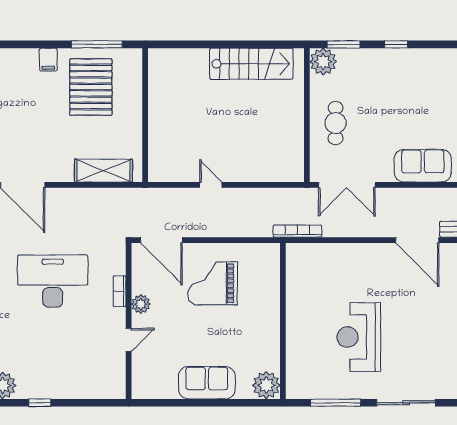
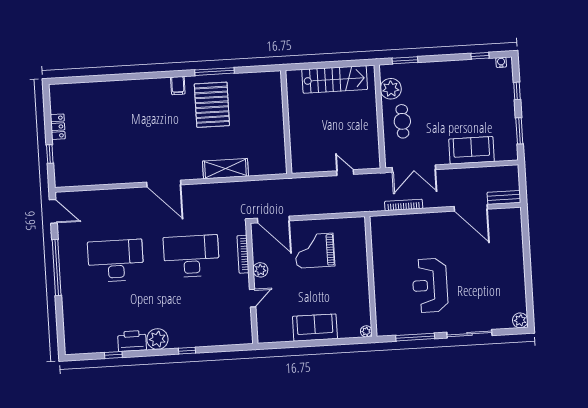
window: (396, 44) -> (480, 56), moved
plant: (323, 62) -> (391, 89), moved
wall: (145, 115) -> (286, 122), moved
door: (211, 185) -> (345, 173), moved
bookcase: (297, 231) -> (404, 205), moved
bookcase: (120, 291) -> (243, 254), width x1.56
plant: (266, 385) -> (366, 331), width x0.53, depth x0.53

